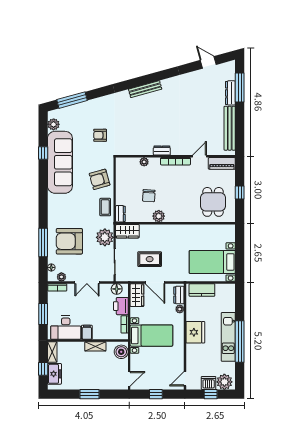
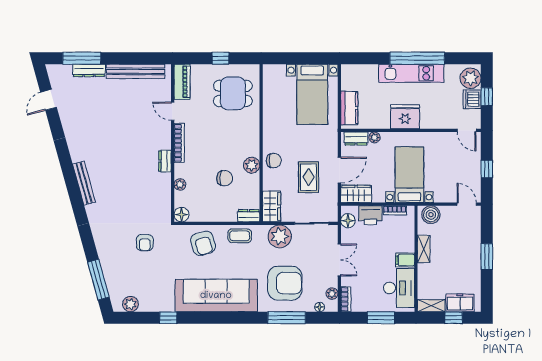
sofa: (60, 162) -> (216, 296), moved
floor lamp: (121, 163) -> (181, 215), added
chair: (162, 233) -> (274, 161), added
armchair: (69, 241) -> (285, 283), turned -90

